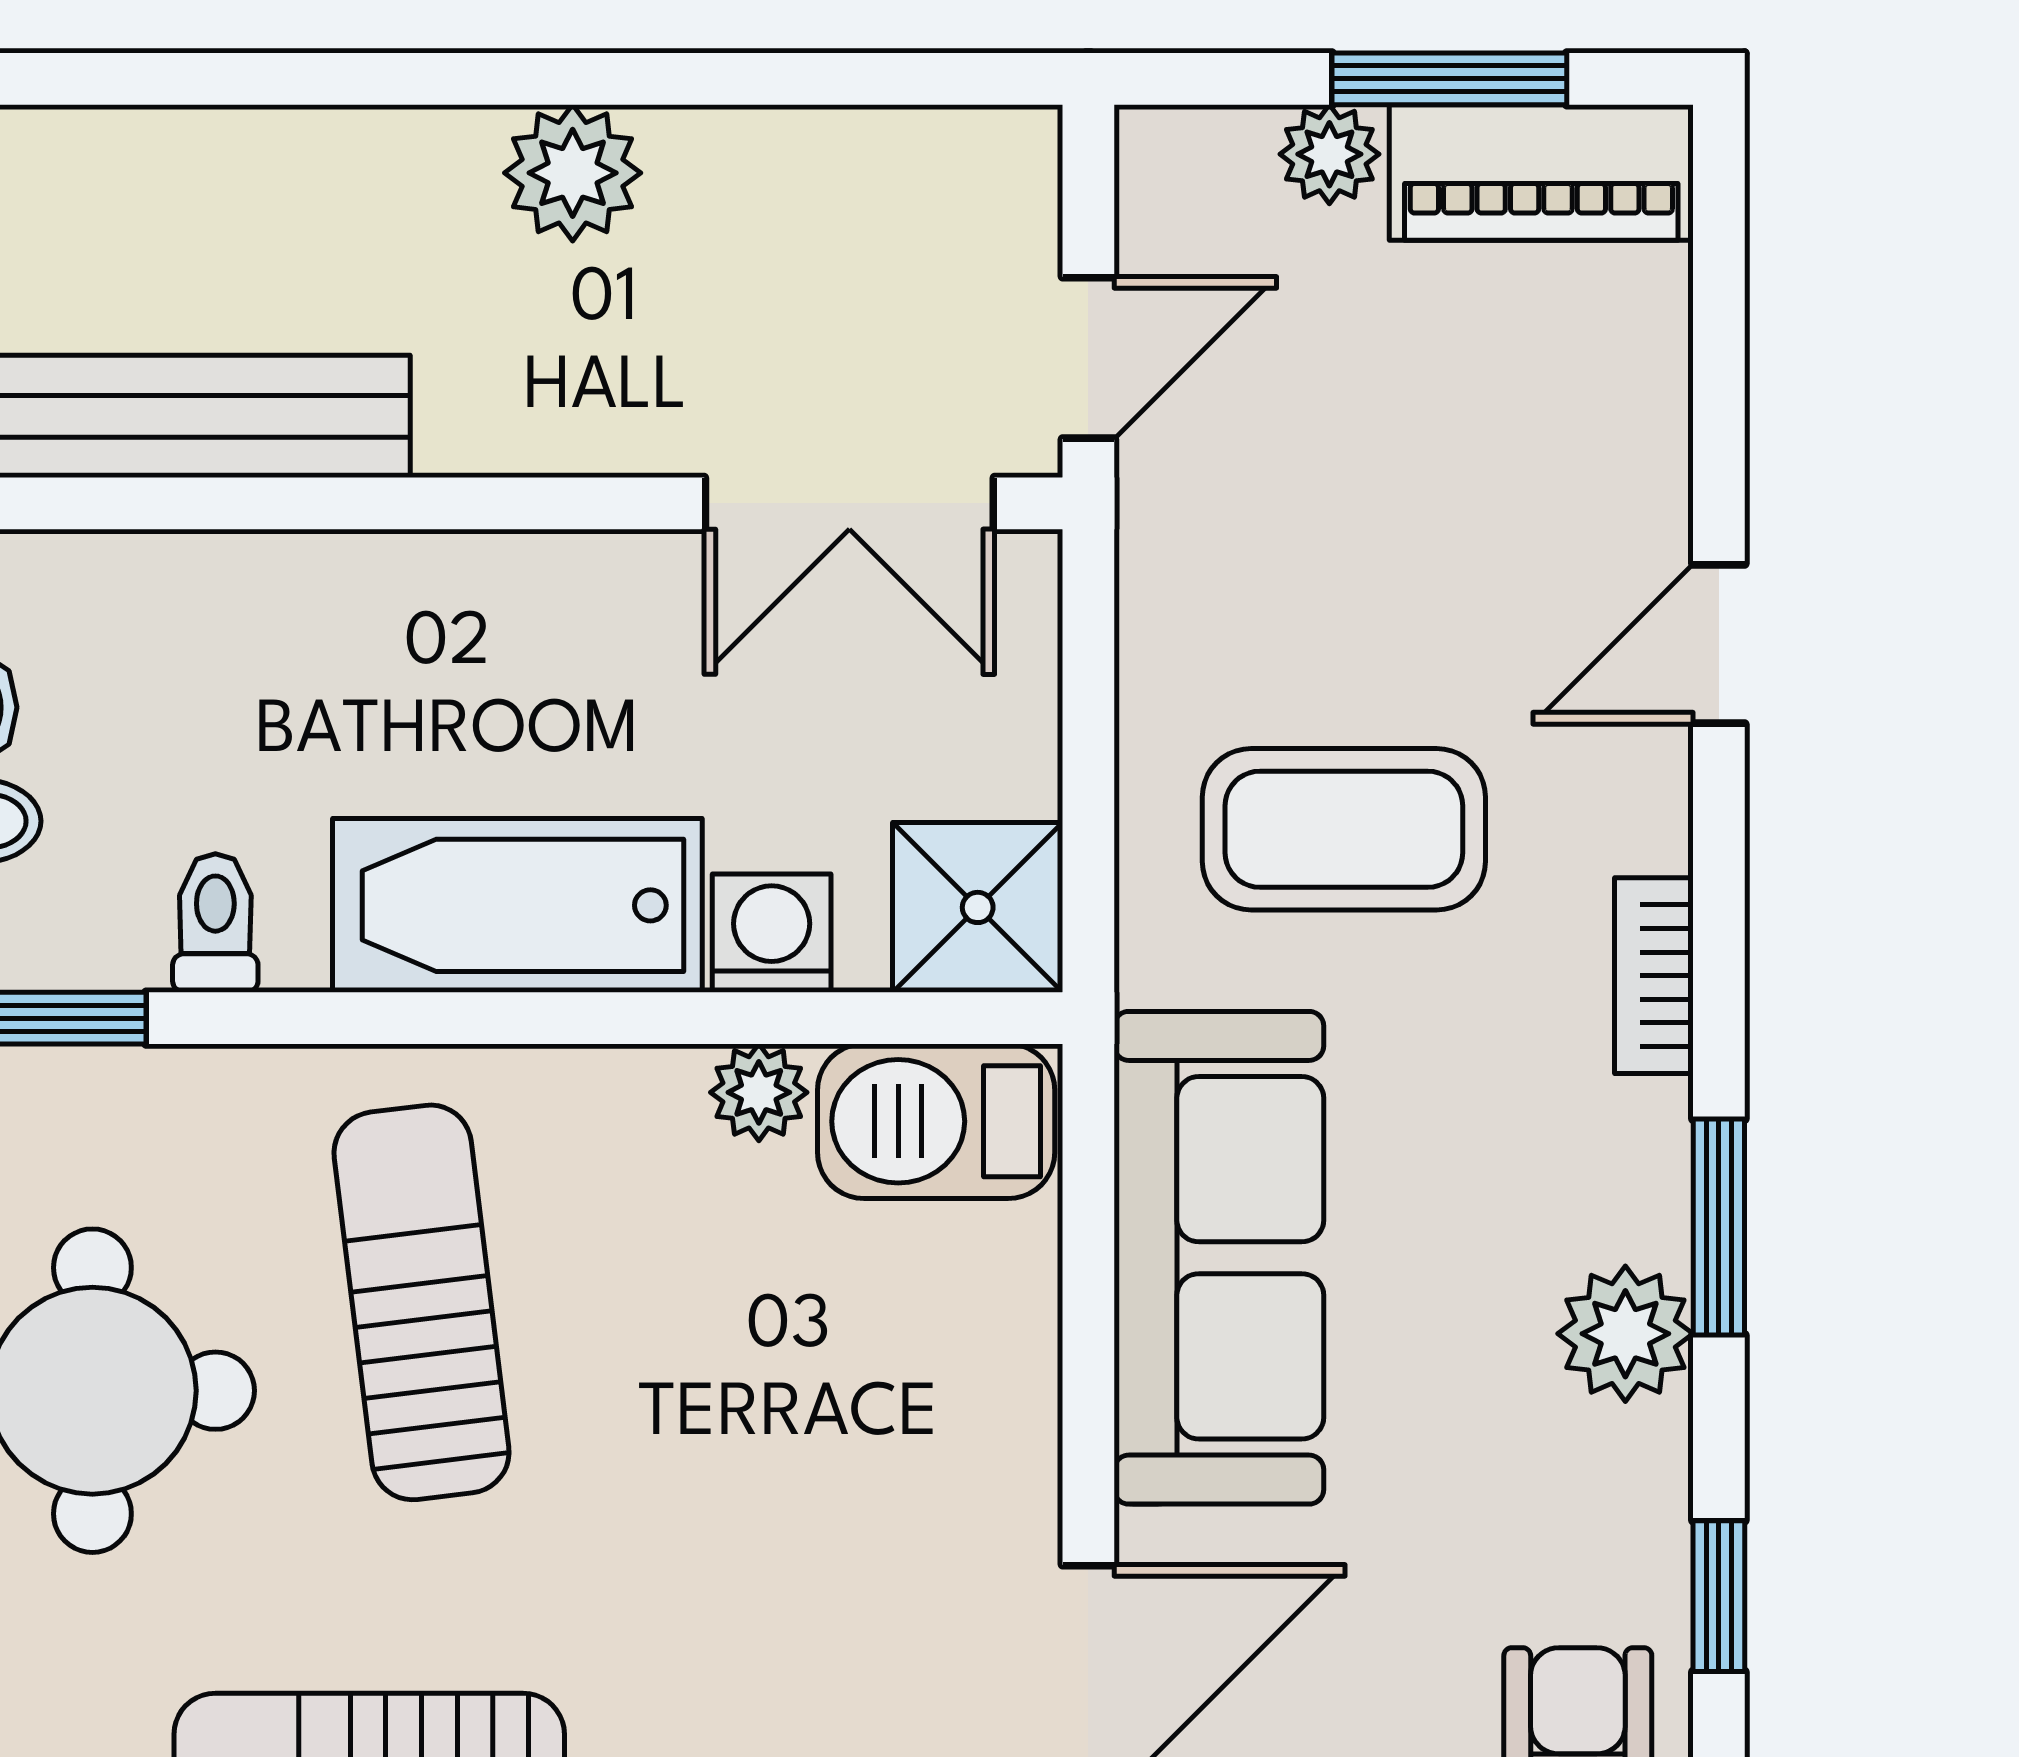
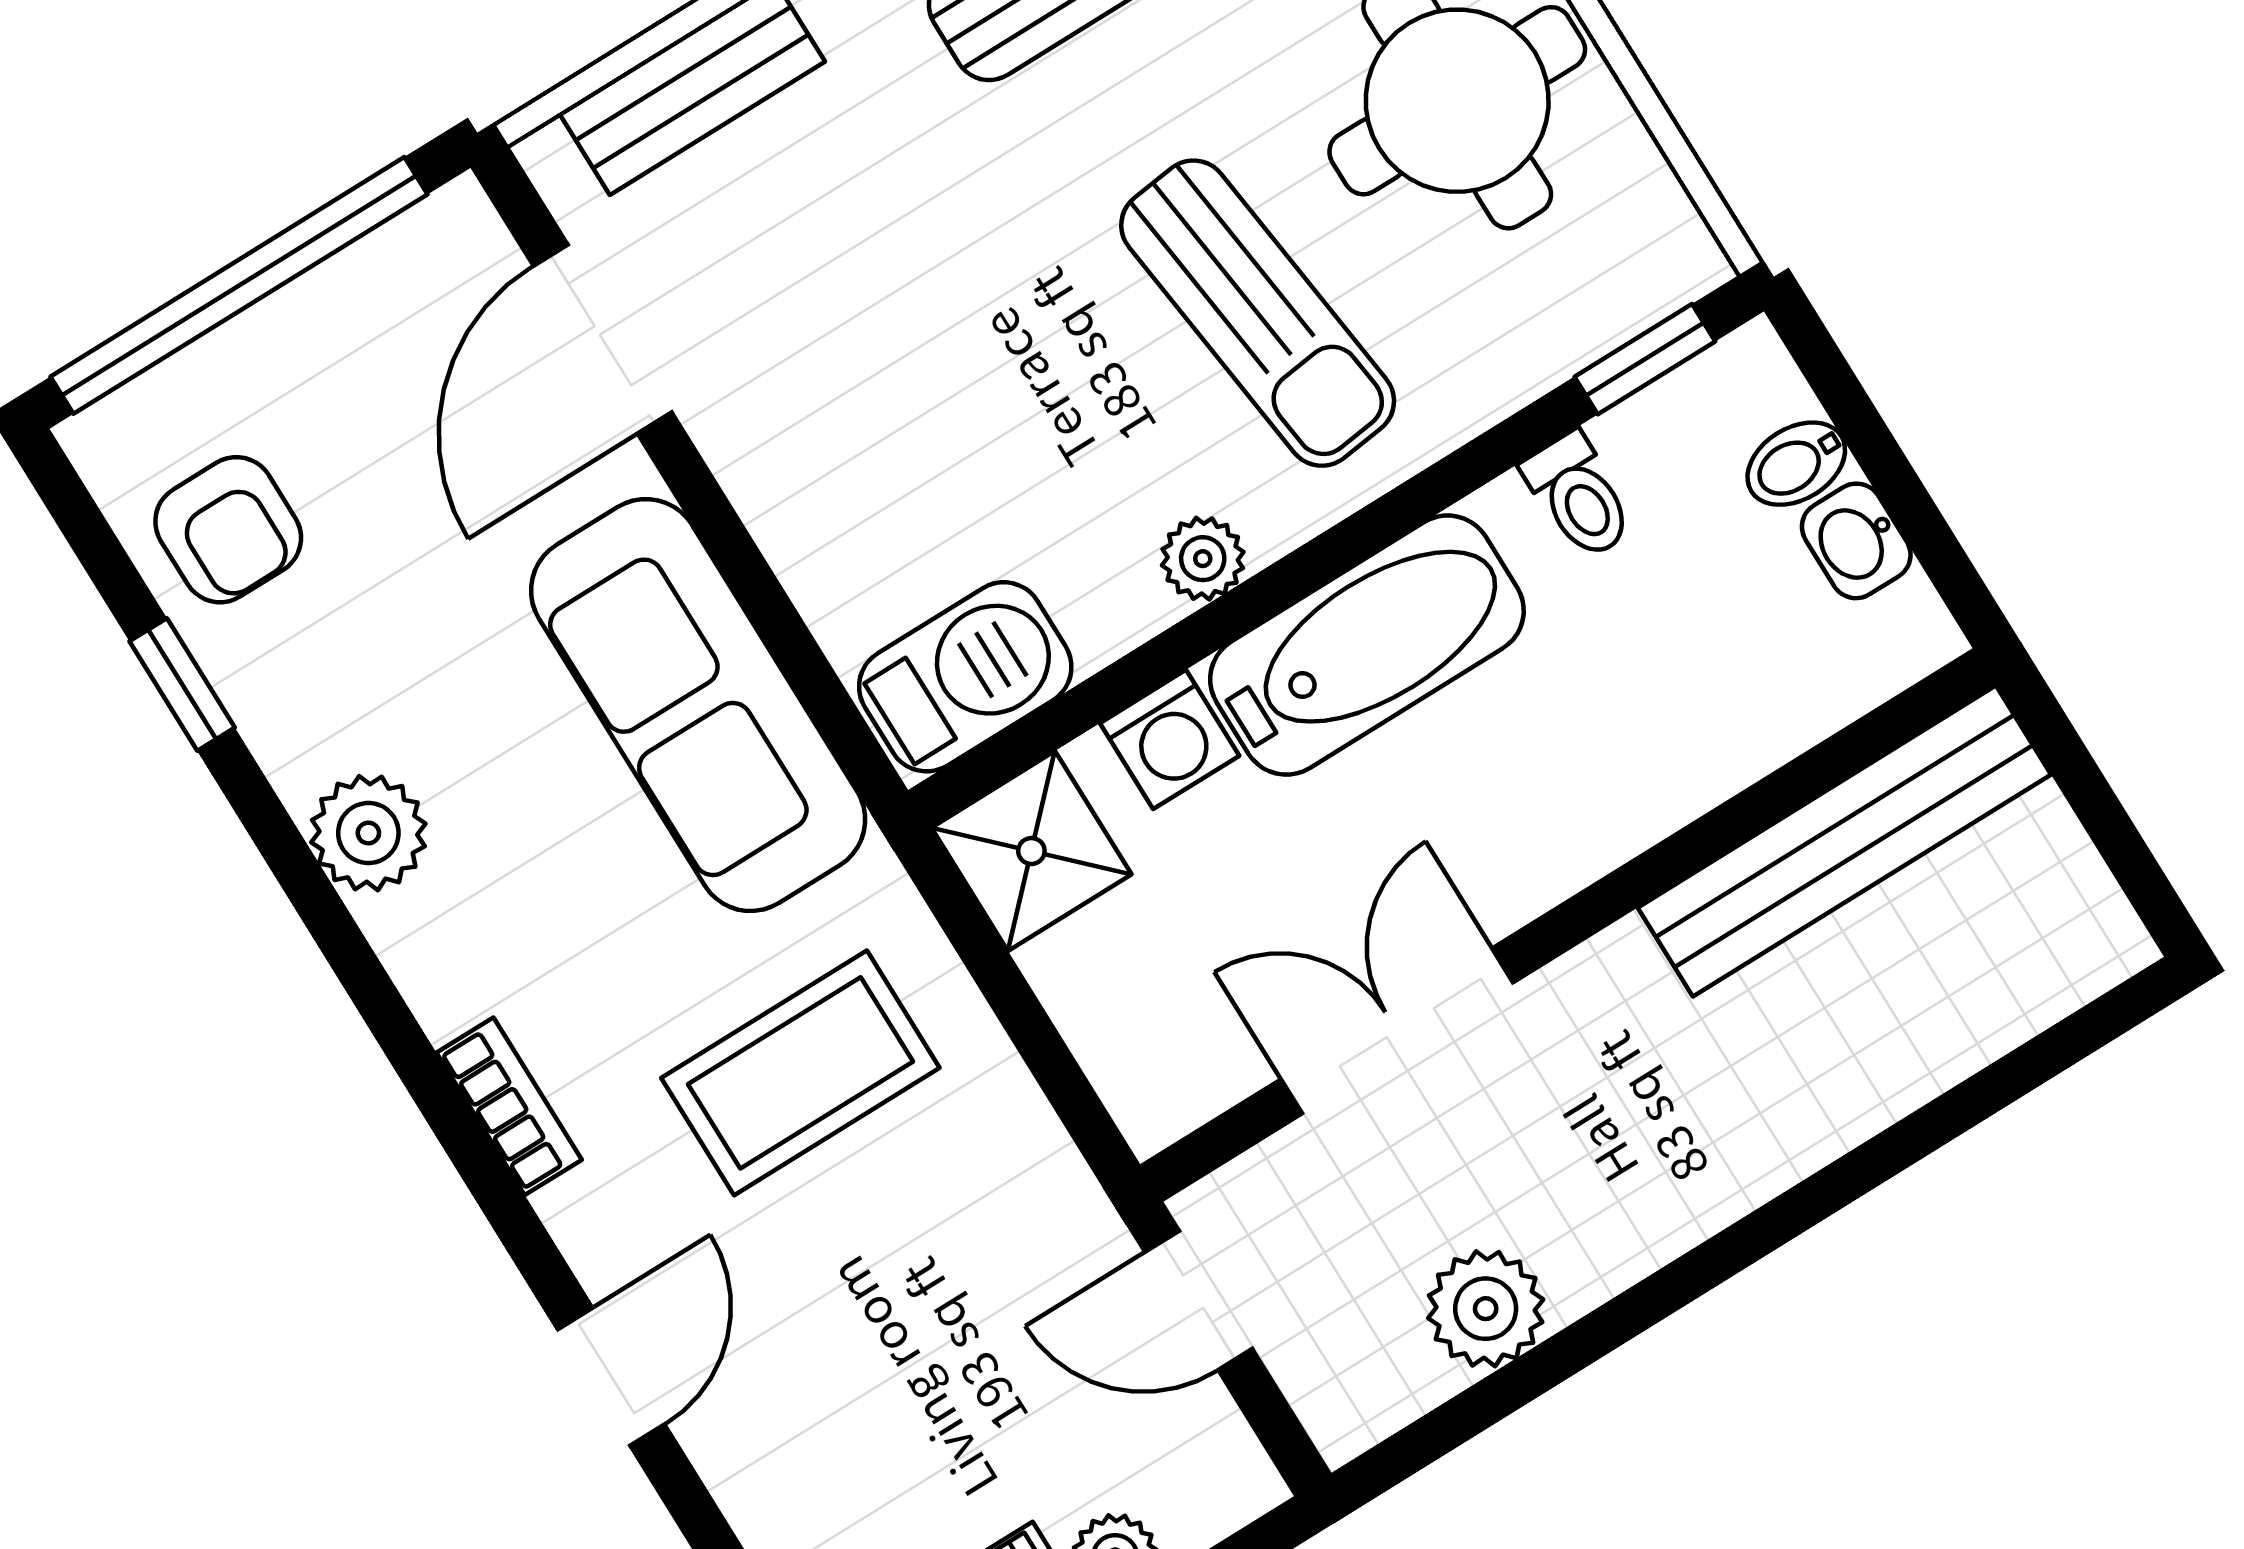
plant: (573, 173) -> (1486, 1309), moved
door: (1088, 358) -> (1199, 1300), hinge flipped
double door: (849, 503) -> (1397, 1031), moved
plant: (759, 1092) -> (1203, 559), moved
window: (1719, 1227) -> (349, 953), removed

